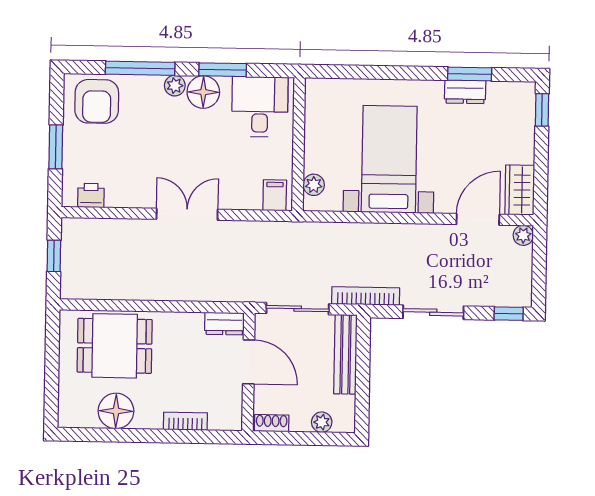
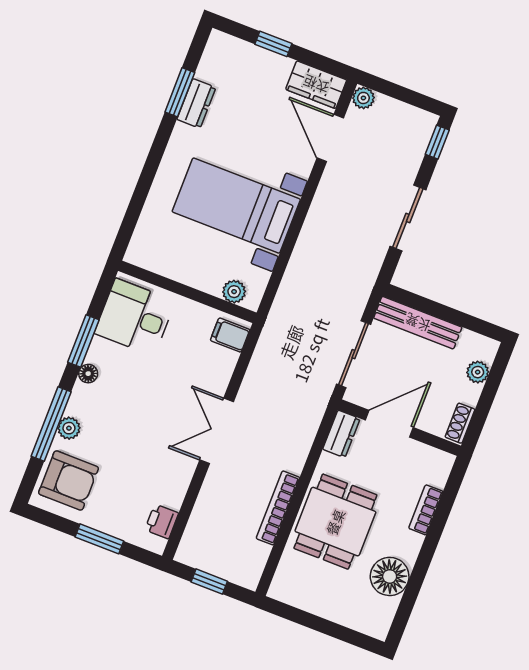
plant: (175, 86) -> (69, 428), moved
floor lamp: (203, 92) -> (88, 374), width x0.53, depth x0.53
window: (542, 110) -> (273, 44), moved
bookcase: (366, 296) -> (278, 508), moved
dining table: (115, 346) -> (335, 522), moved

